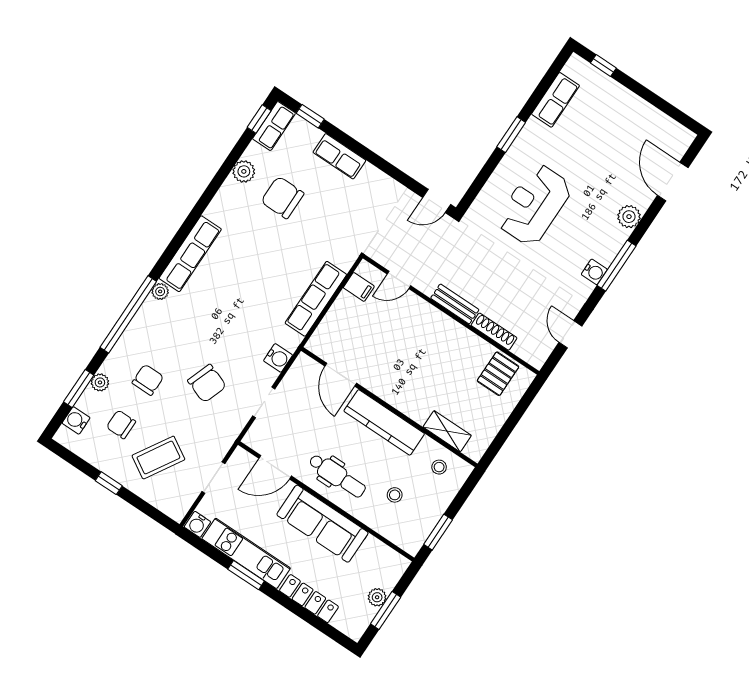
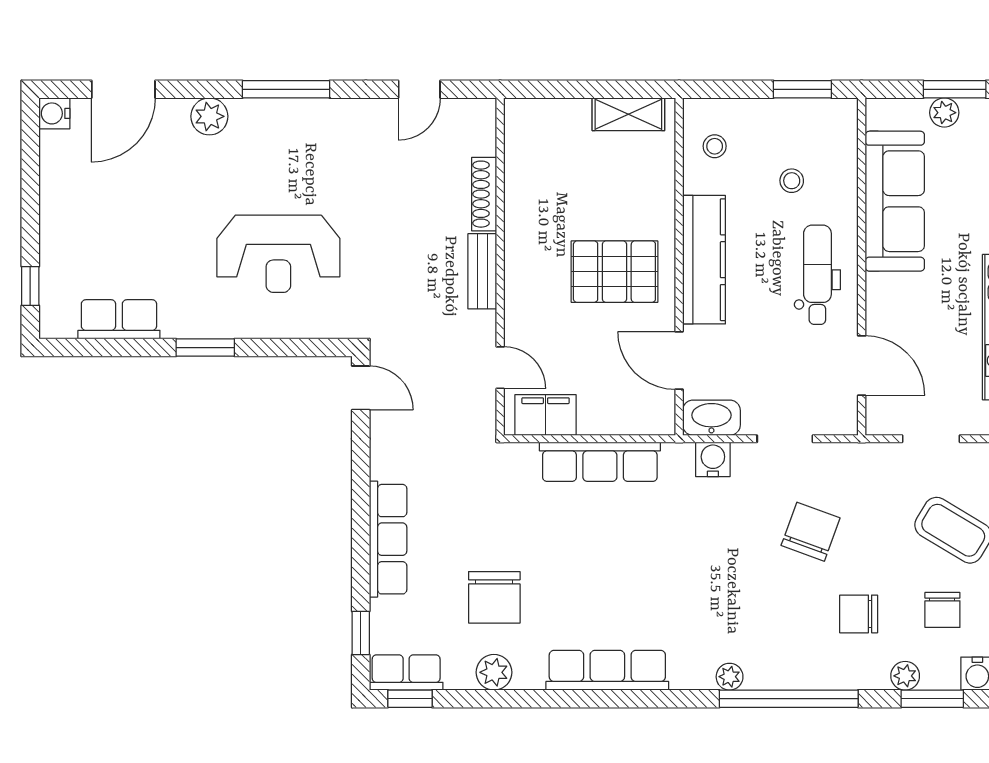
row of seats: (339, 156) -> (388, 539), width x1.48
row of seats: (190, 254) -> (607, 670), moved
water cooler: (594, 272) -> (54, 113), moved, turned -90
filing cabinet: (359, 287) -> (546, 415), width x2.00
washbasin: (300, 372) -> (711, 418), added
pallet: (498, 374) -> (614, 272), moved, width x1.50, depth x1.42
door: (341, 375) -> (679, 361), swing flipped
shelving: (447, 431) -> (628, 114), moved, turned 90
sofa: (322, 524) -> (895, 201), moved

